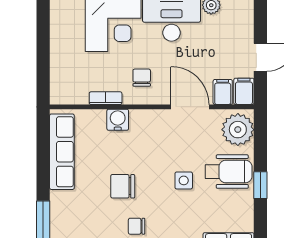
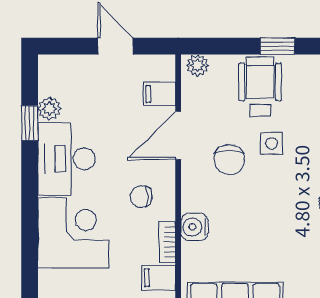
filing cabinet: (244, 91) -> (159, 278), moved
plant: (238, 130) -> (197, 65), width x0.53, depth x0.53
chair: (123, 186) -> (229, 160), moved

